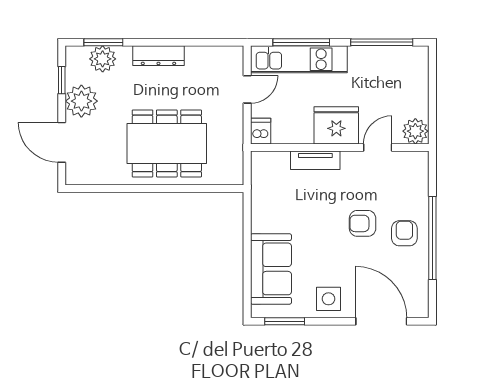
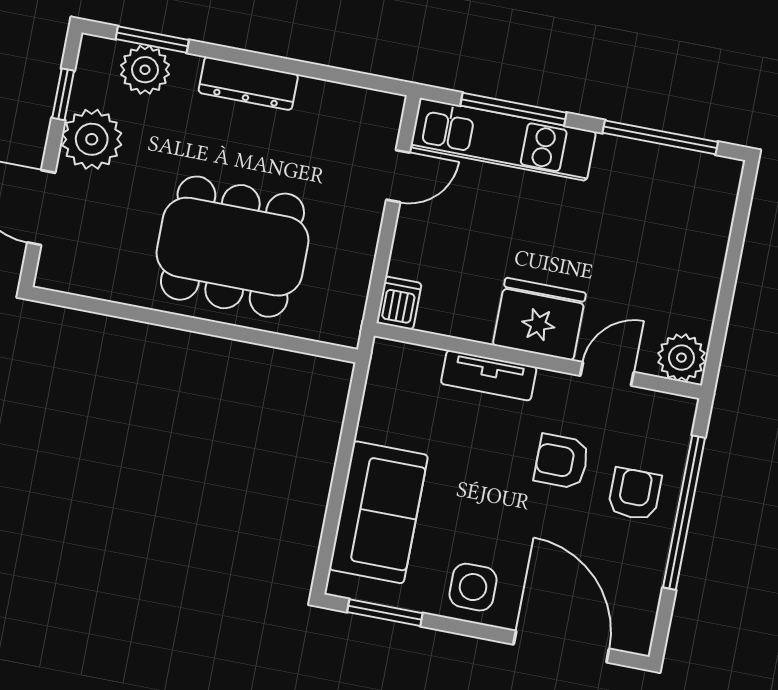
fridge: (336, 125) -> (539, 319), moved
dishwasher: (261, 131) -> (399, 303), moved
plant: (415, 131) -> (681, 358), moved
wall: (340, 147) -> (538, 361), moved
door: (378, 147) -> (607, 374), moved
tv unit: (315, 160) -> (489, 375), moved

